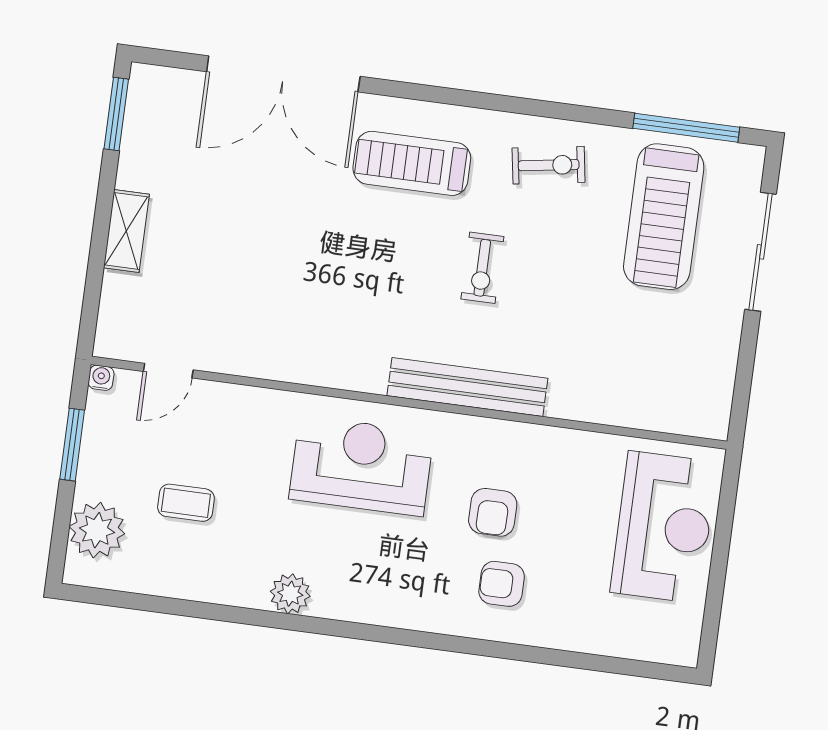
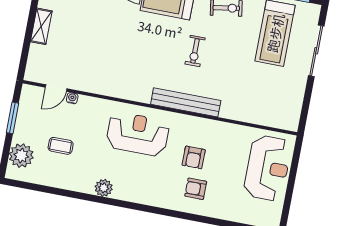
water cooler: (101, 378) -> (72, 98), moved

